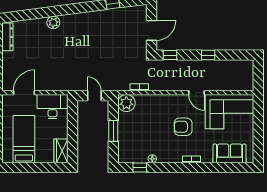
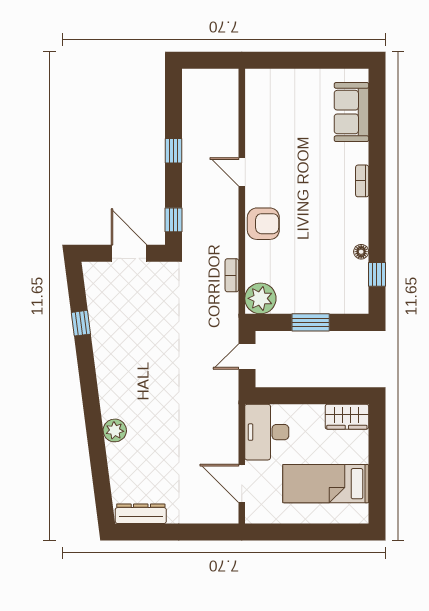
door: (196, 93) -> (242, 172), swing flipped
corner sofa: (229, 112) -> (276, 112), removed
armchair: (183, 127) -> (263, 224), moved, turned -90

